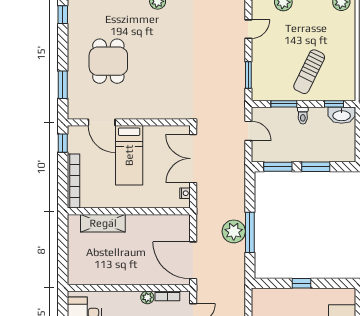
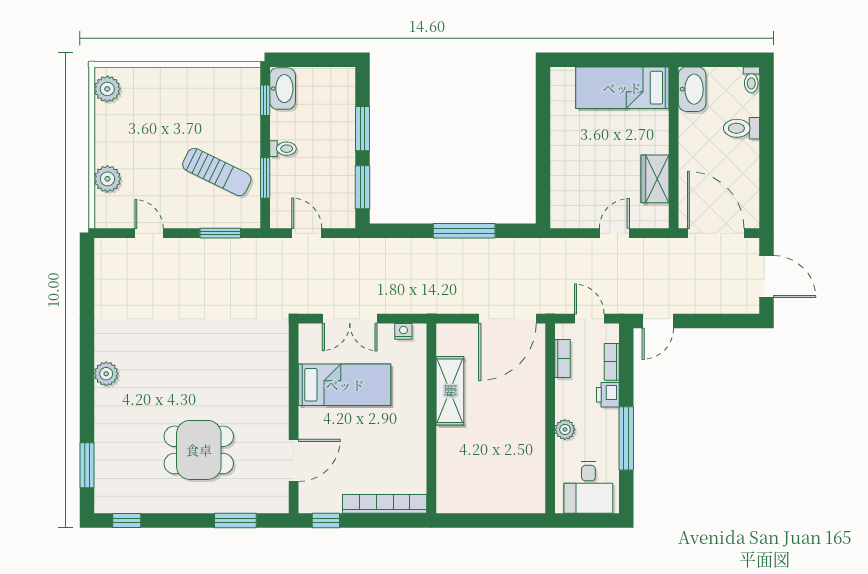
sun lounger: (309, 72) -> (217, 172), moved
door: (248, 131) -> (307, 233), hinge flipped
bed: (129, 155) -> (345, 385), moved
double door: (193, 159) -> (350, 319), width x0.73
shelving: (103, 223) -> (450, 391), moved
plant: (234, 231) -> (463, 256), removed
window: (302, 283) -> (543, 151), removed
plant: (147, 297) -> (565, 430), moved

